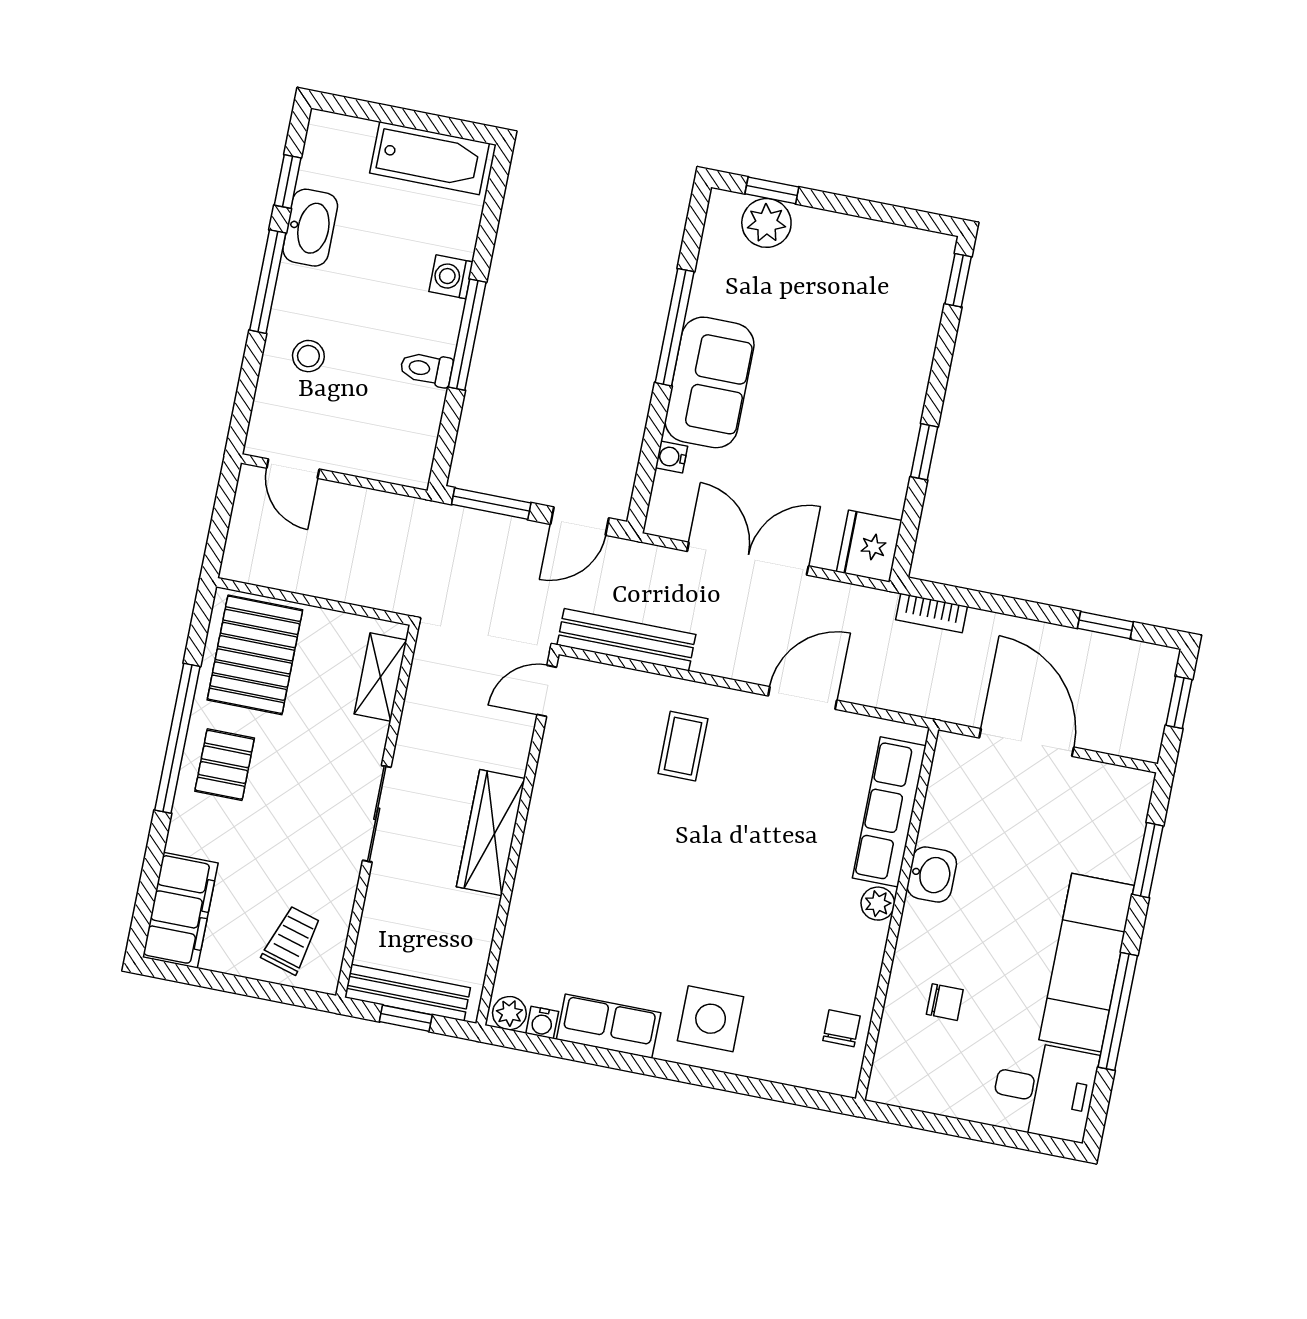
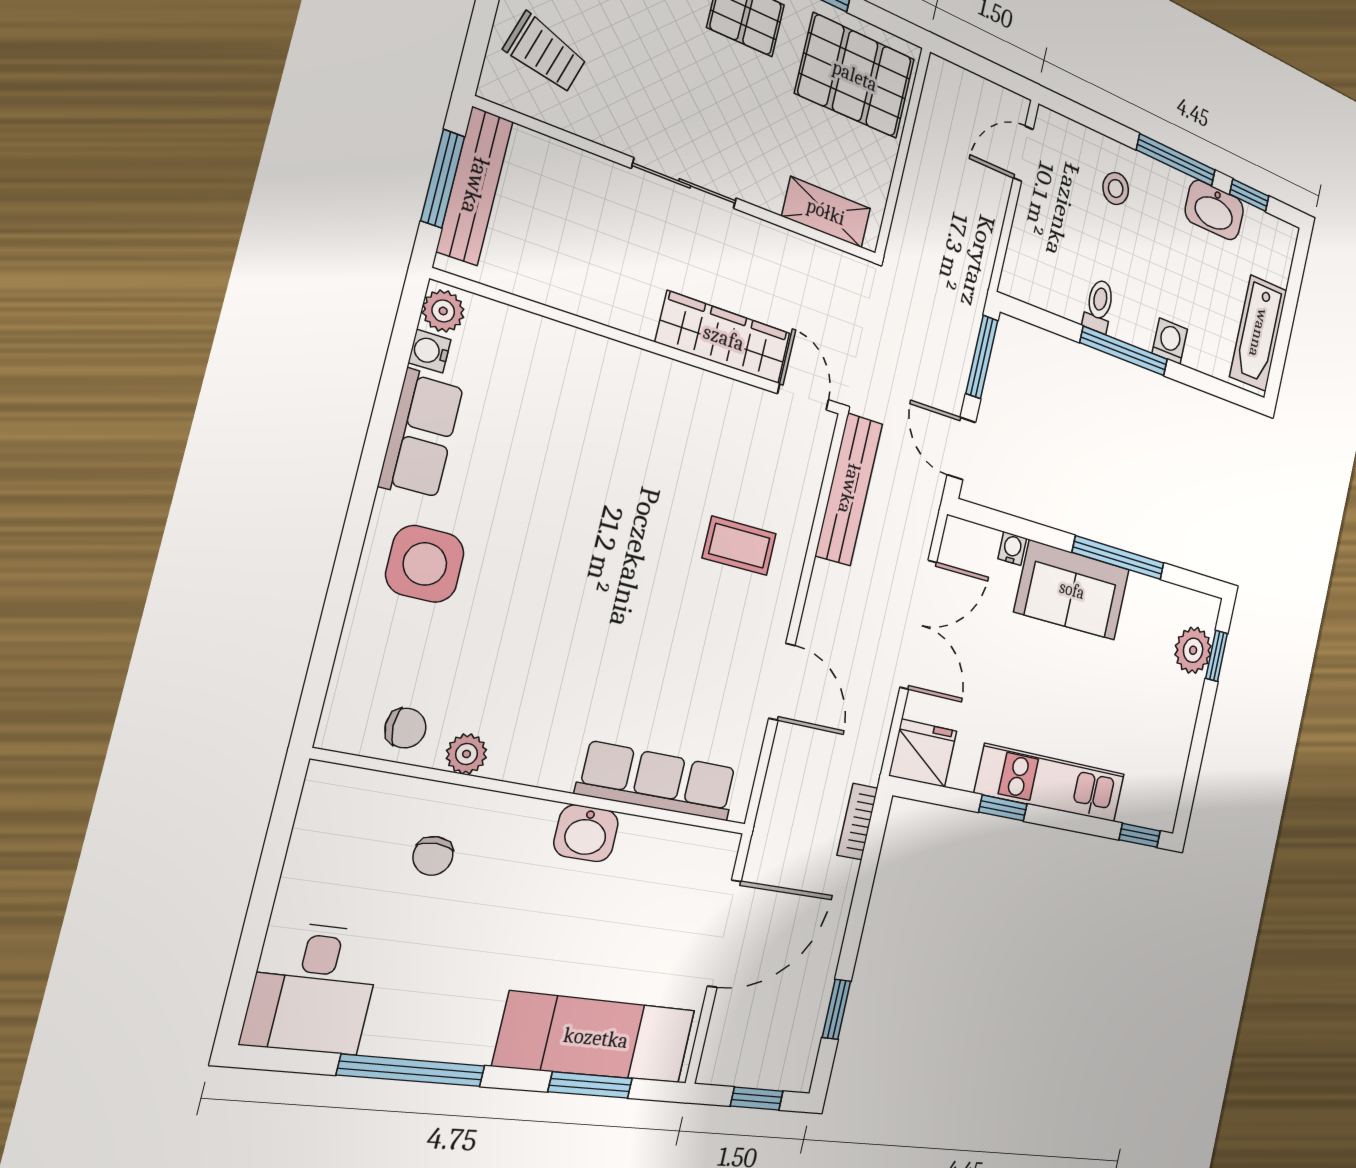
kitchen unit: (902, 396) -> (1051, 783), added
wardrobe: (491, 833) -> (724, 338), moved
plant: (878, 904) -> (466, 754), moved
exam couch: (1086, 963) -> (596, 1038), moved
window: (406, 1018) -> (443, 179), width x1.50

